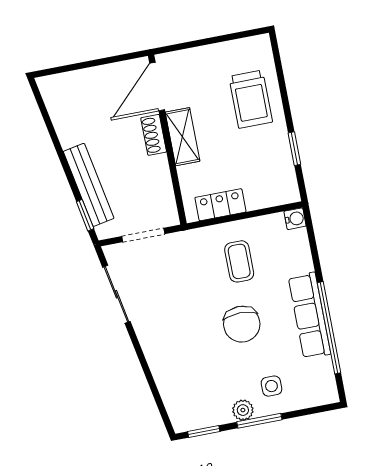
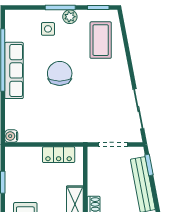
coffee table: (239, 261) -> (101, 40), moved, width x1.36, depth x1.30

